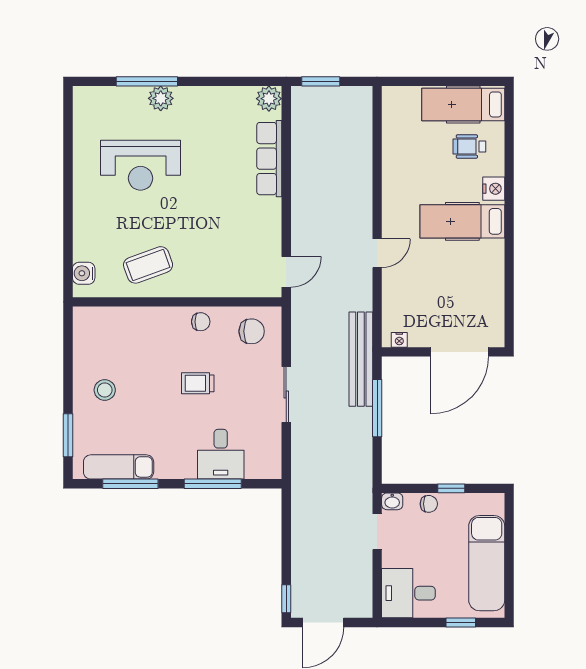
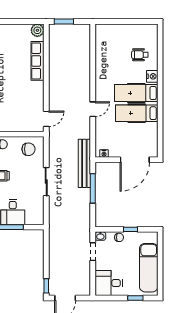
hospital bed: (463, 104) -> (137, 113), moved

